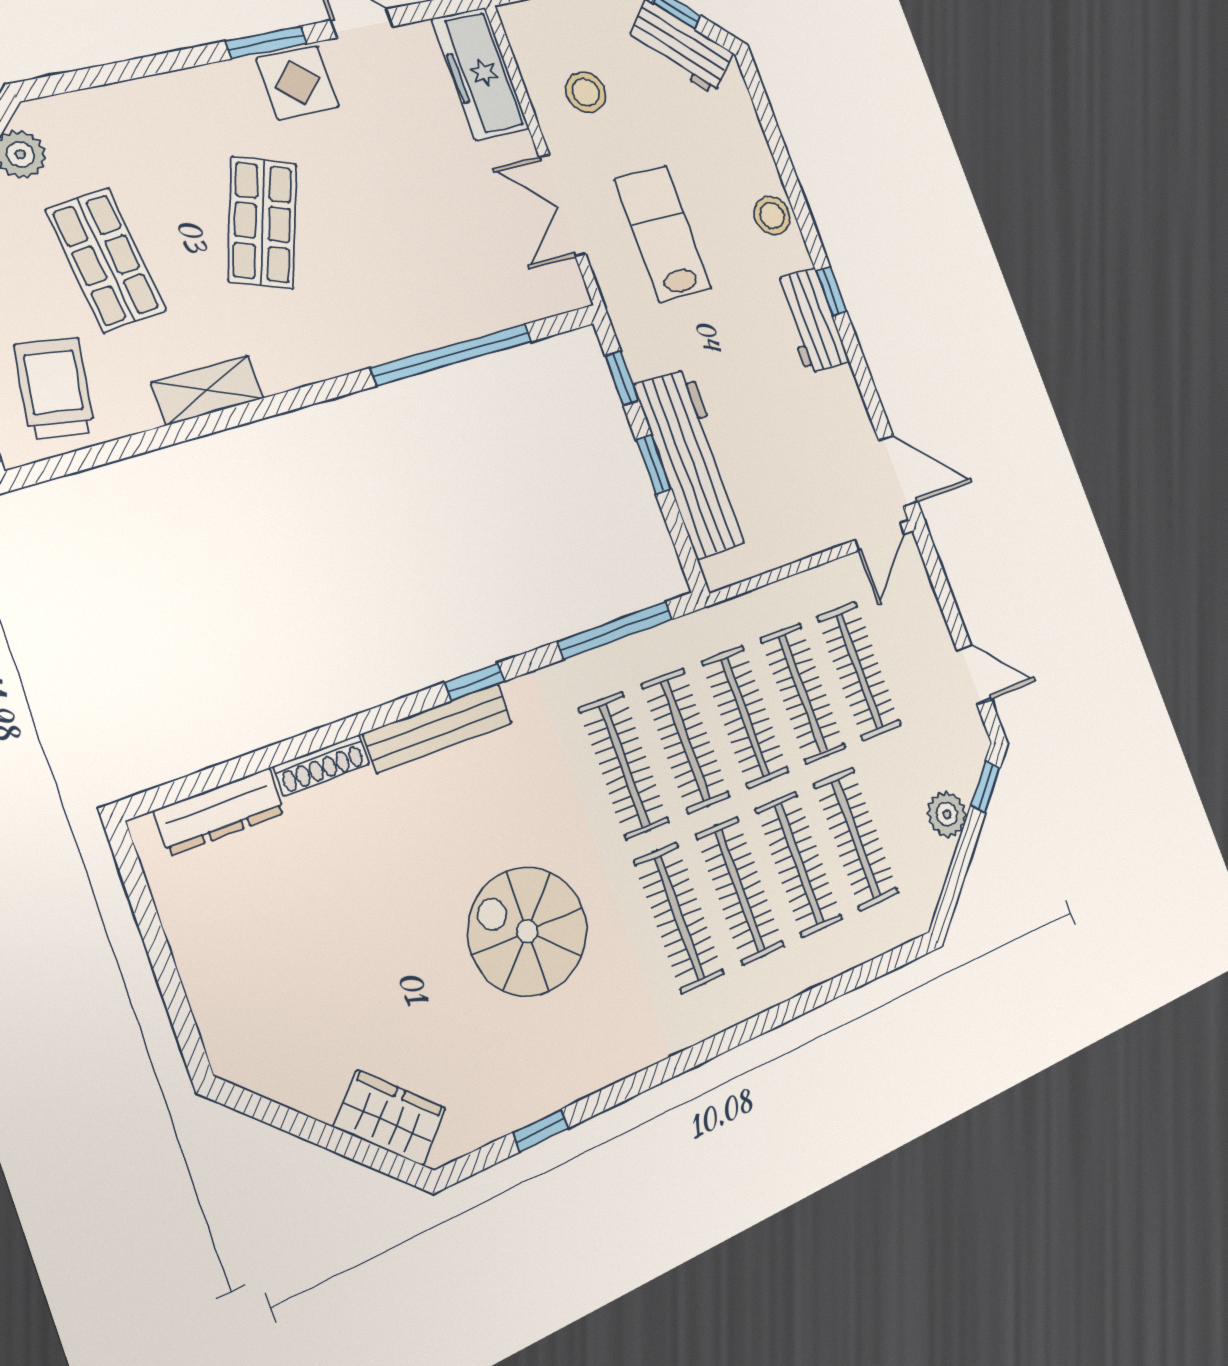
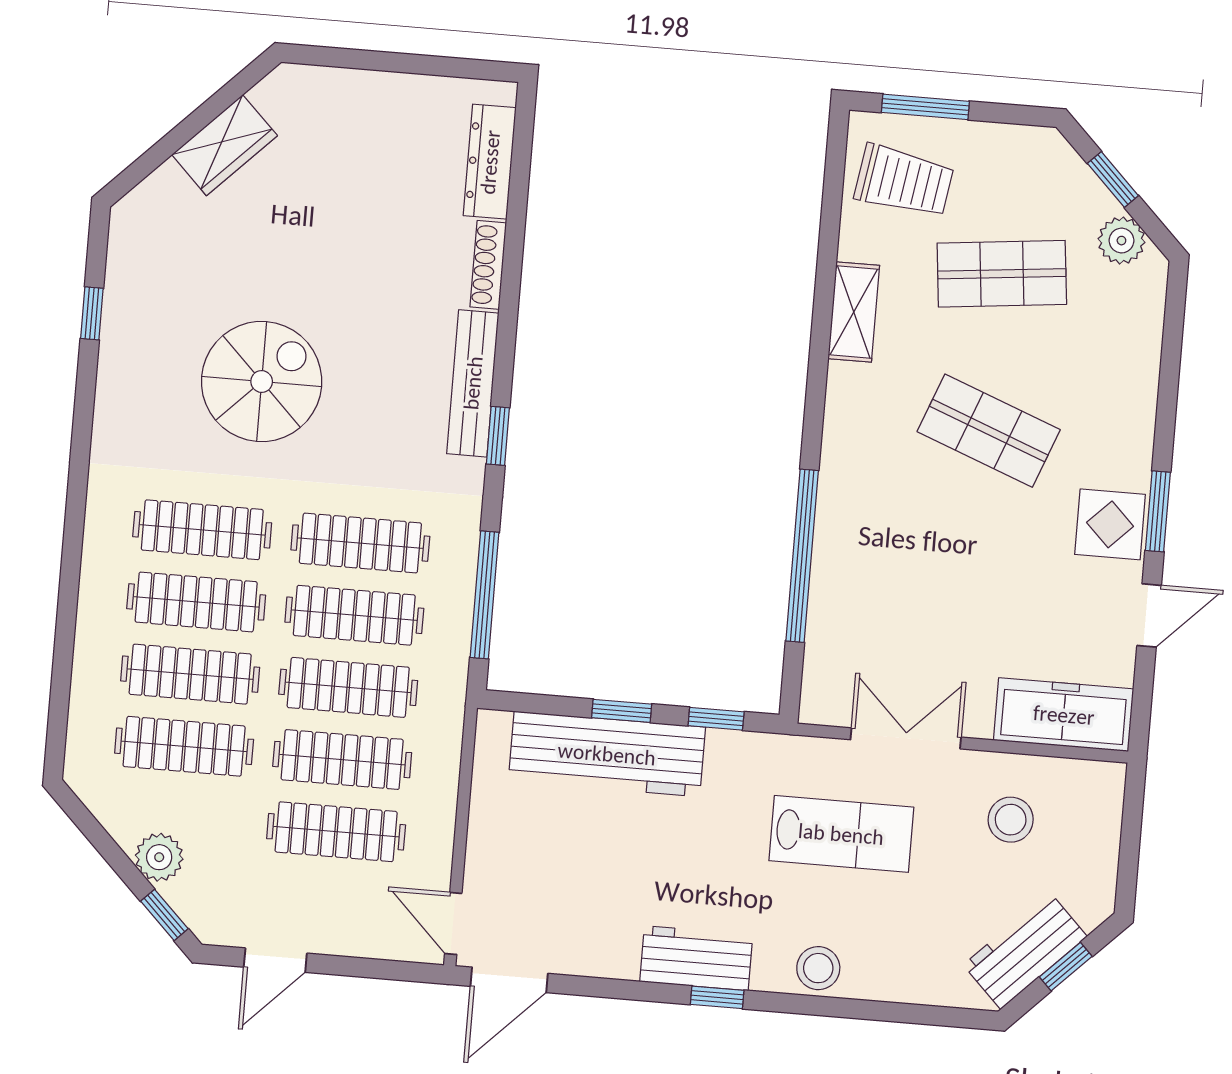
wardrobe: (390, 1118) -> (225, 145), moved

